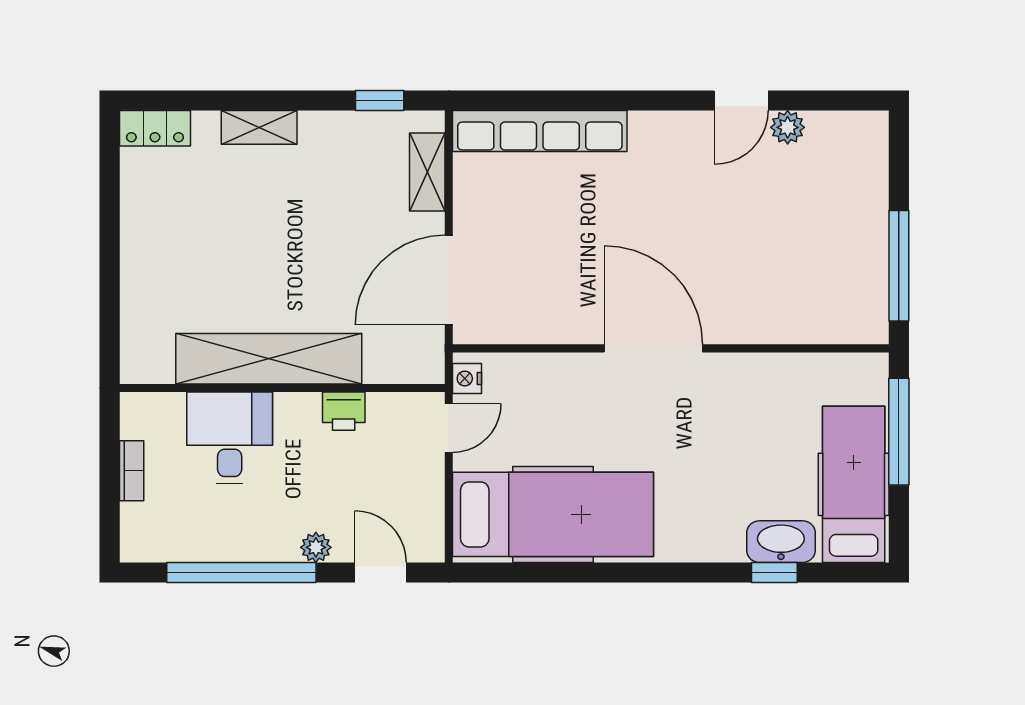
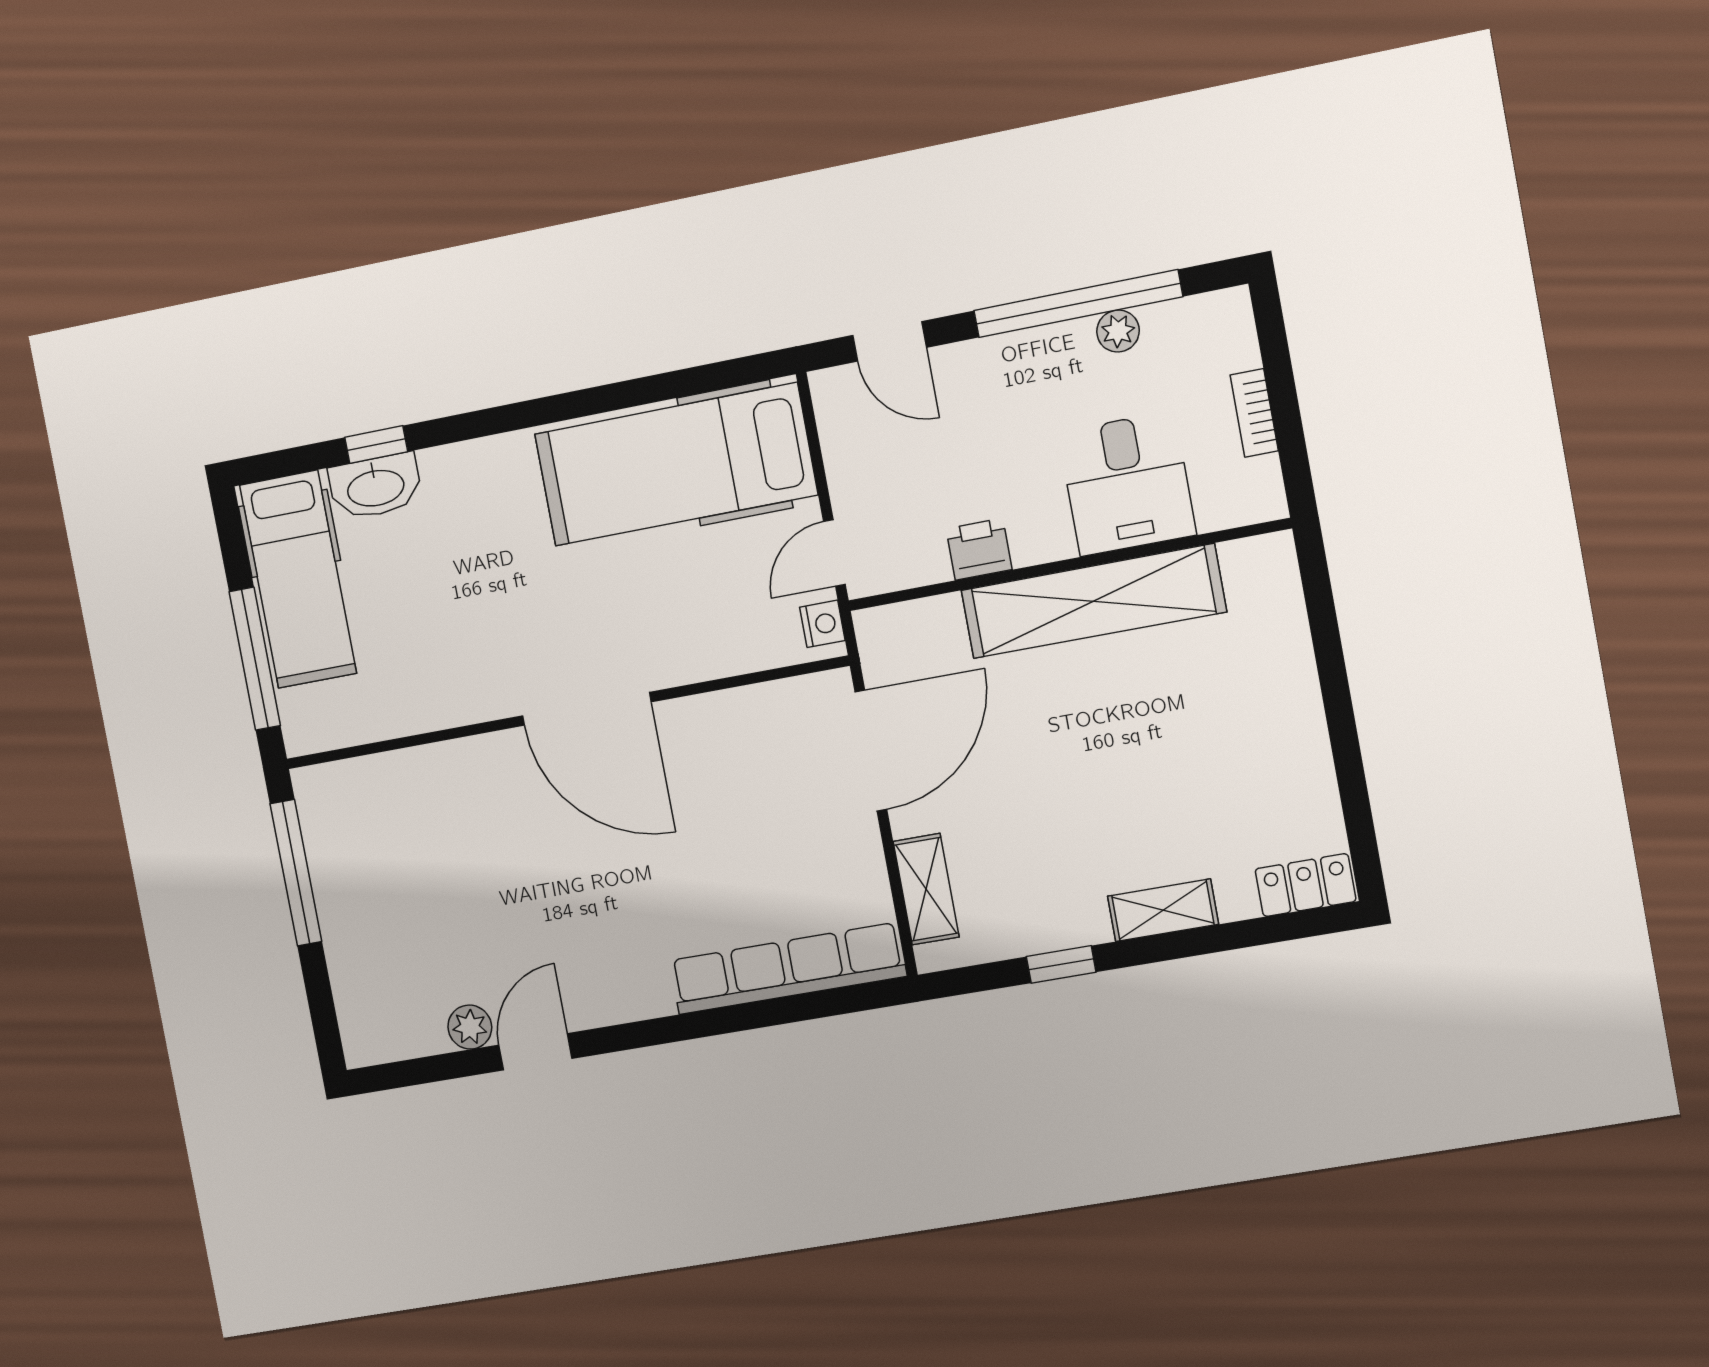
window: (380, 100) -> (1061, 964), moved
plant: (316, 547) -> (1118, 331), moved

